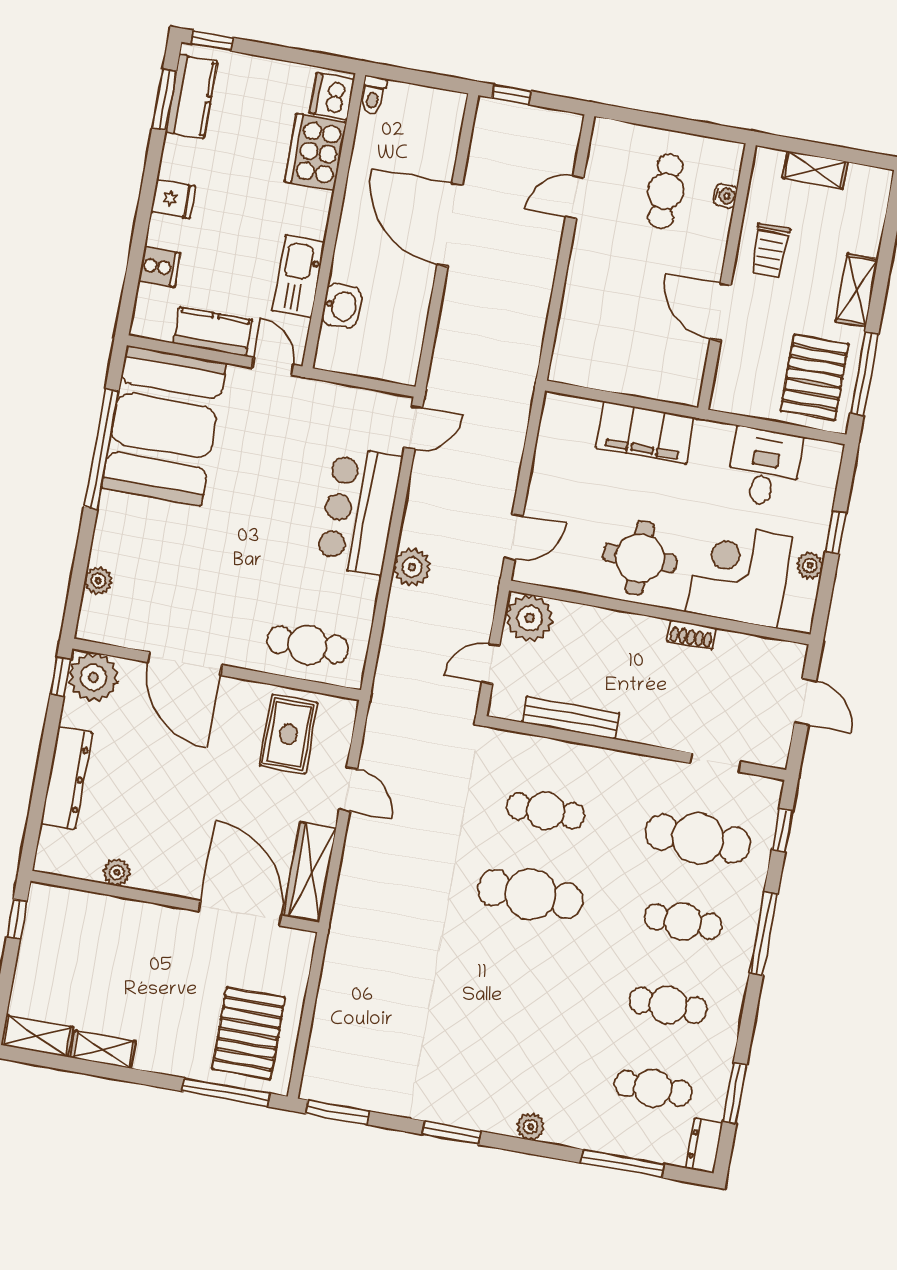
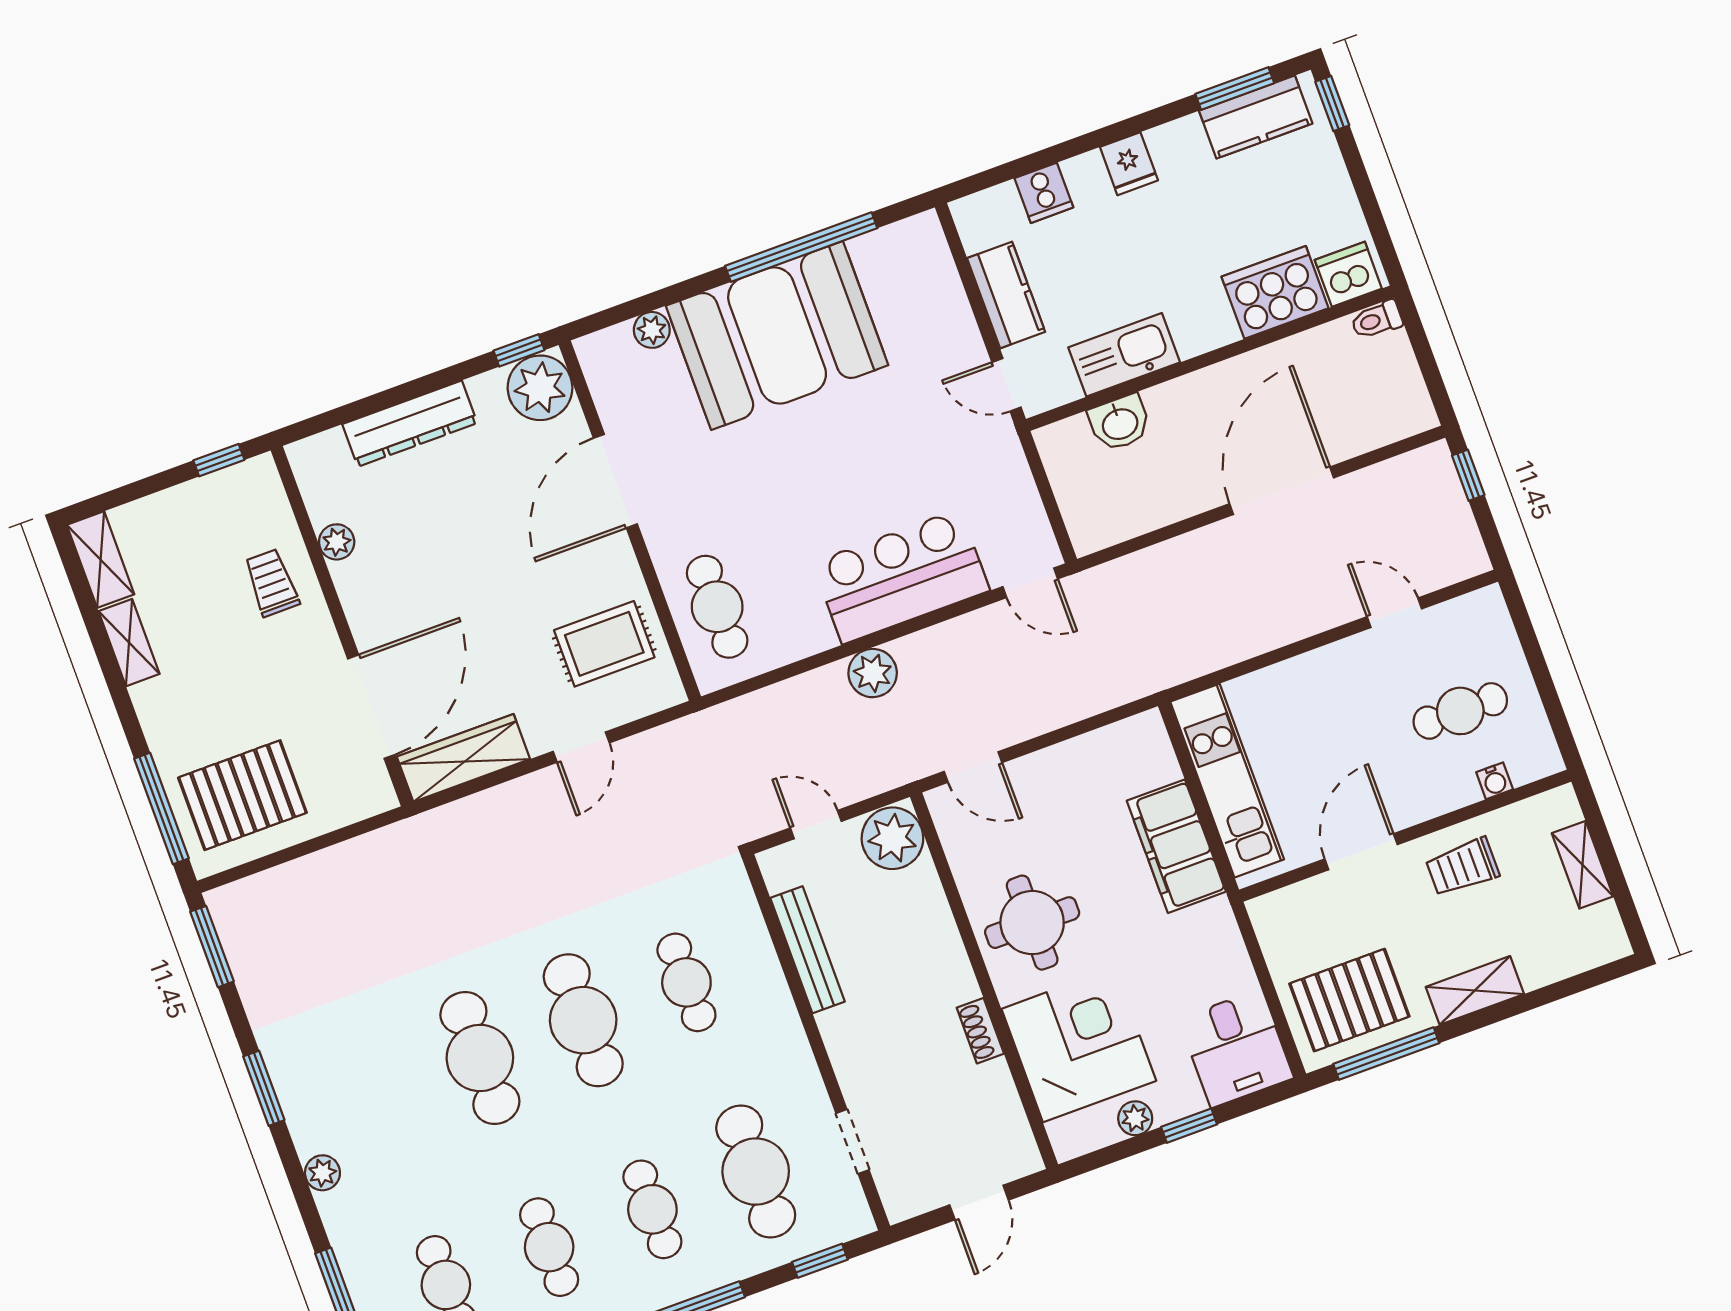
door: (273, 366) -> (1006, 385), swing flipped
kitchen unit: (621, 373) -> (1227, 781), added
booth: (164, 426) -> (777, 335), moved
desk: (765, 467) -> (1236, 1048), moved, turned 90
trolley: (119, 931) -> (272, 583), added
cafe table: (515, 978) -> (480, 1058), added

